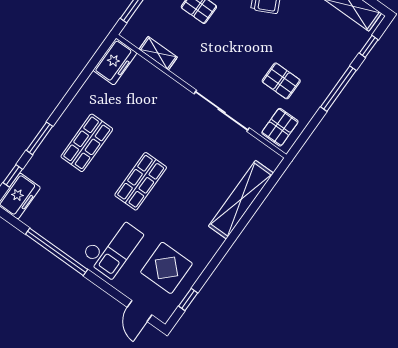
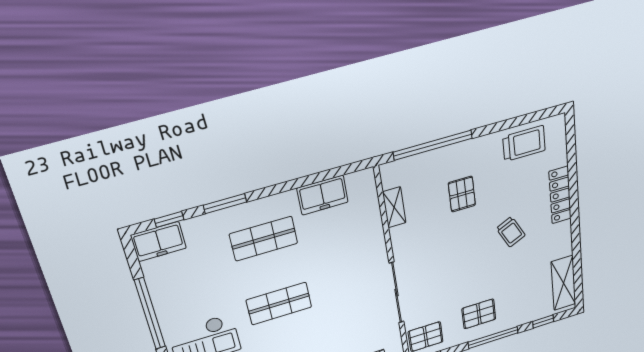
freezer: (115, 62) -> (323, 195), moved
pallet: (281, 81) -> (479, 314), moved, turned 90

